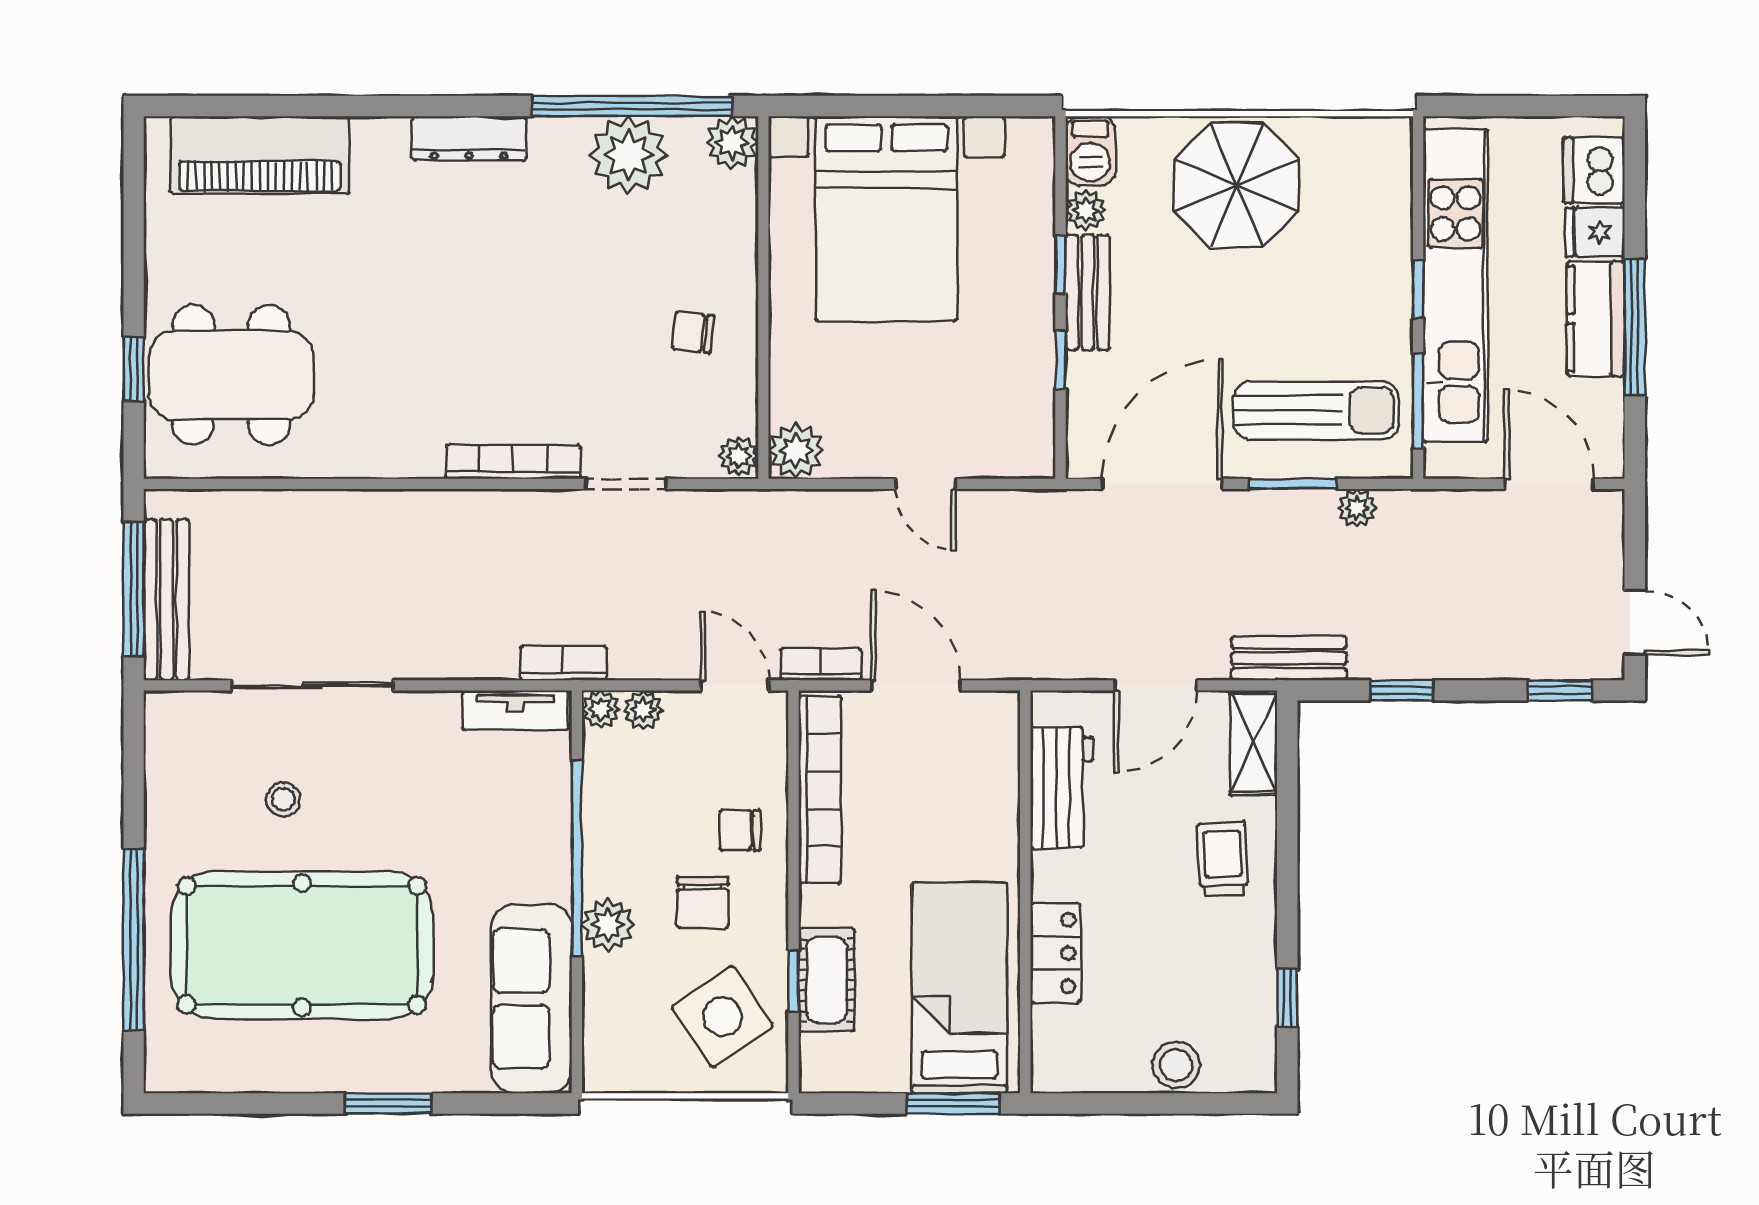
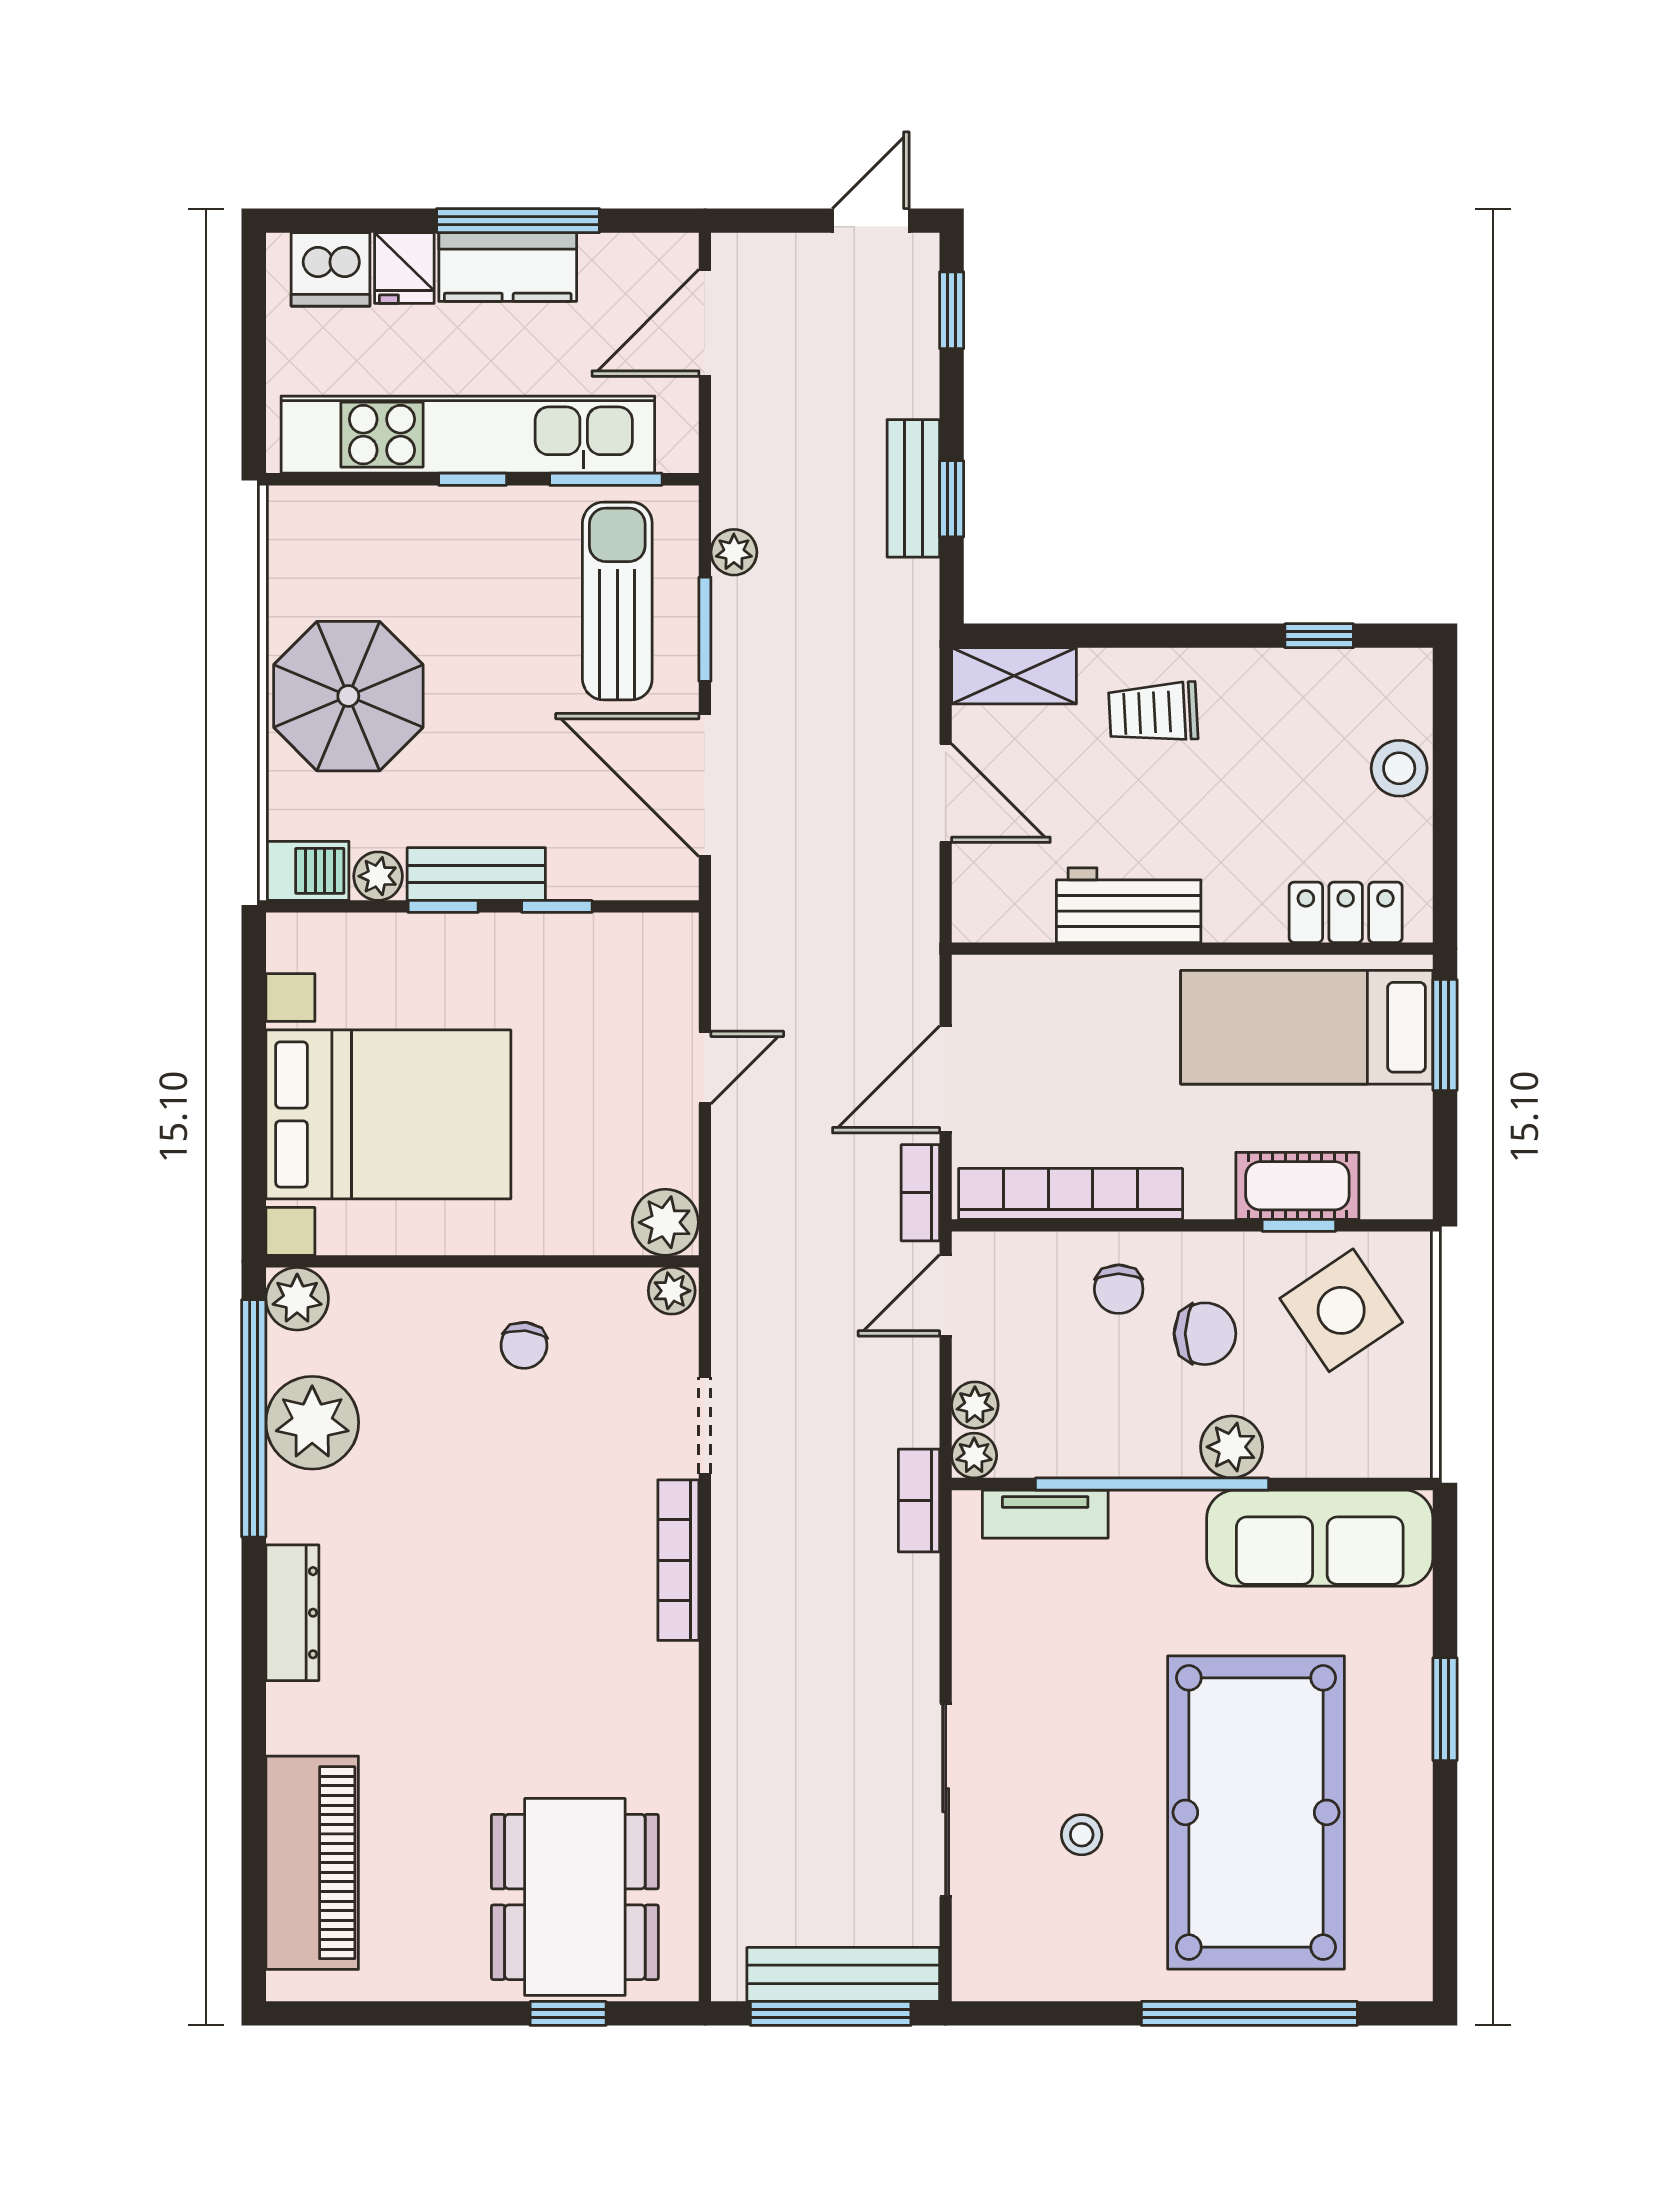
bench: (1289, 658) -> (913, 488), moved
tv unit: (515, 711) -> (1045, 1514), moved, turned 90
workbench: (1062, 788) -> (1129, 905), moved
locker: (1056, 953) -> (1346, 912), moved

